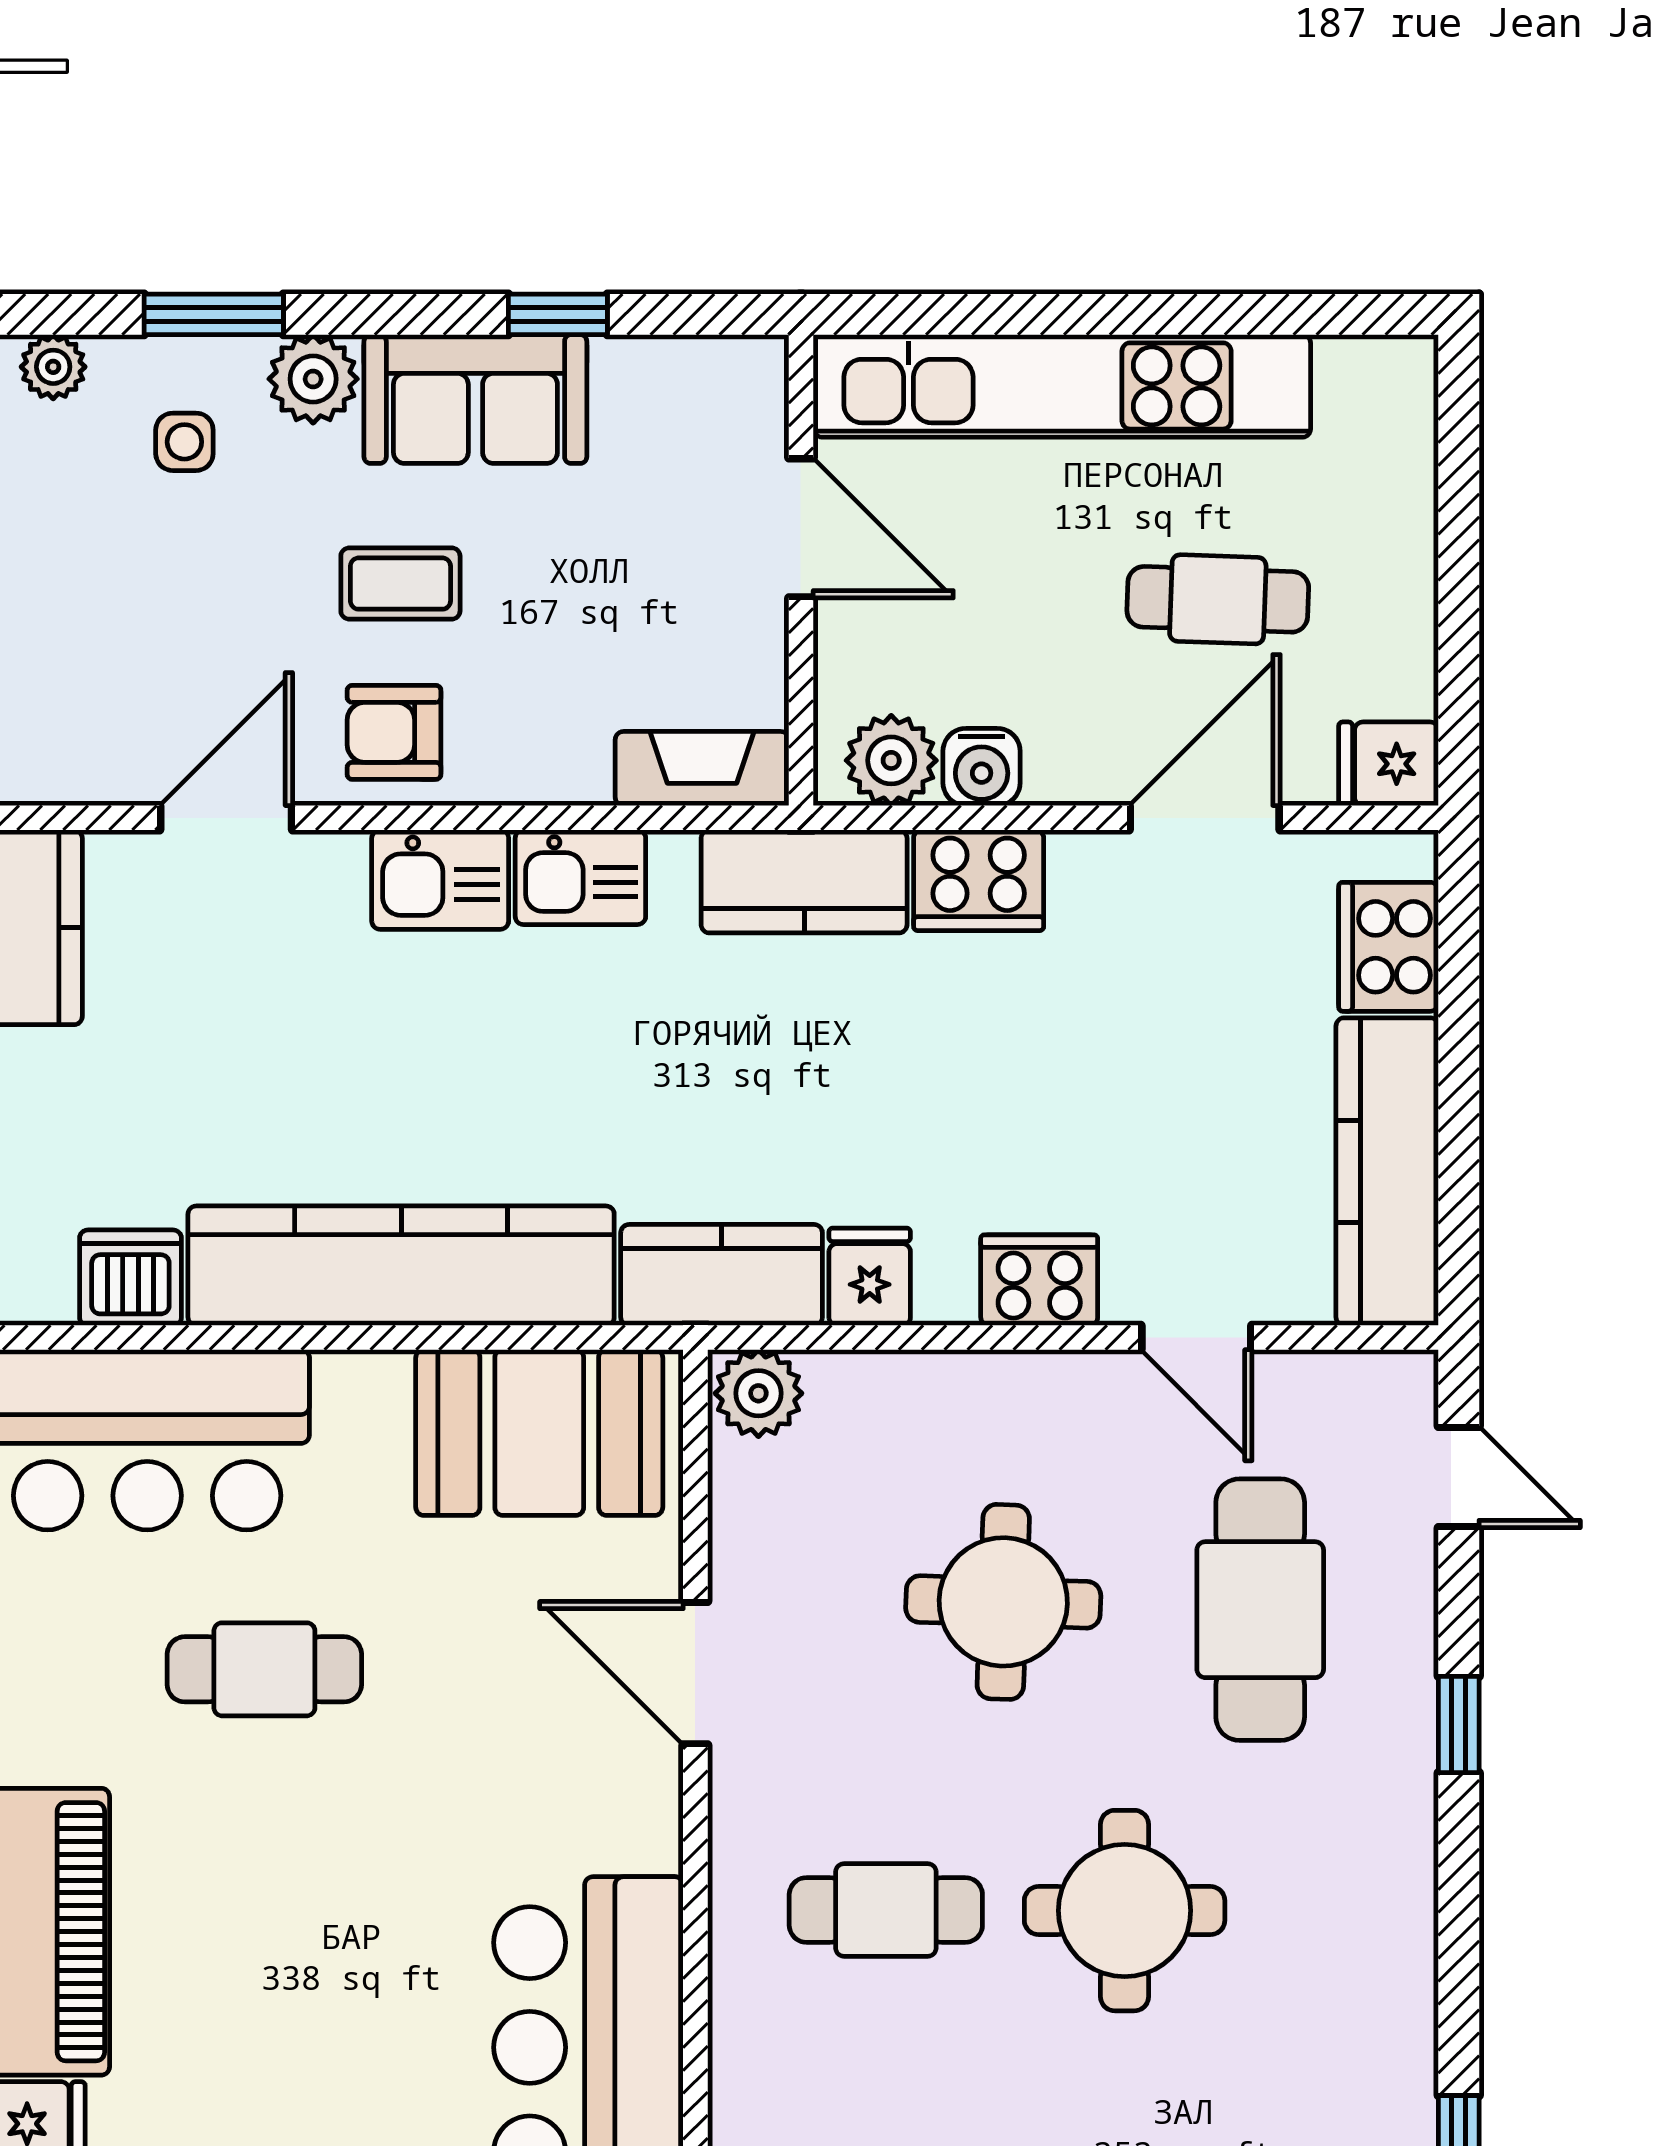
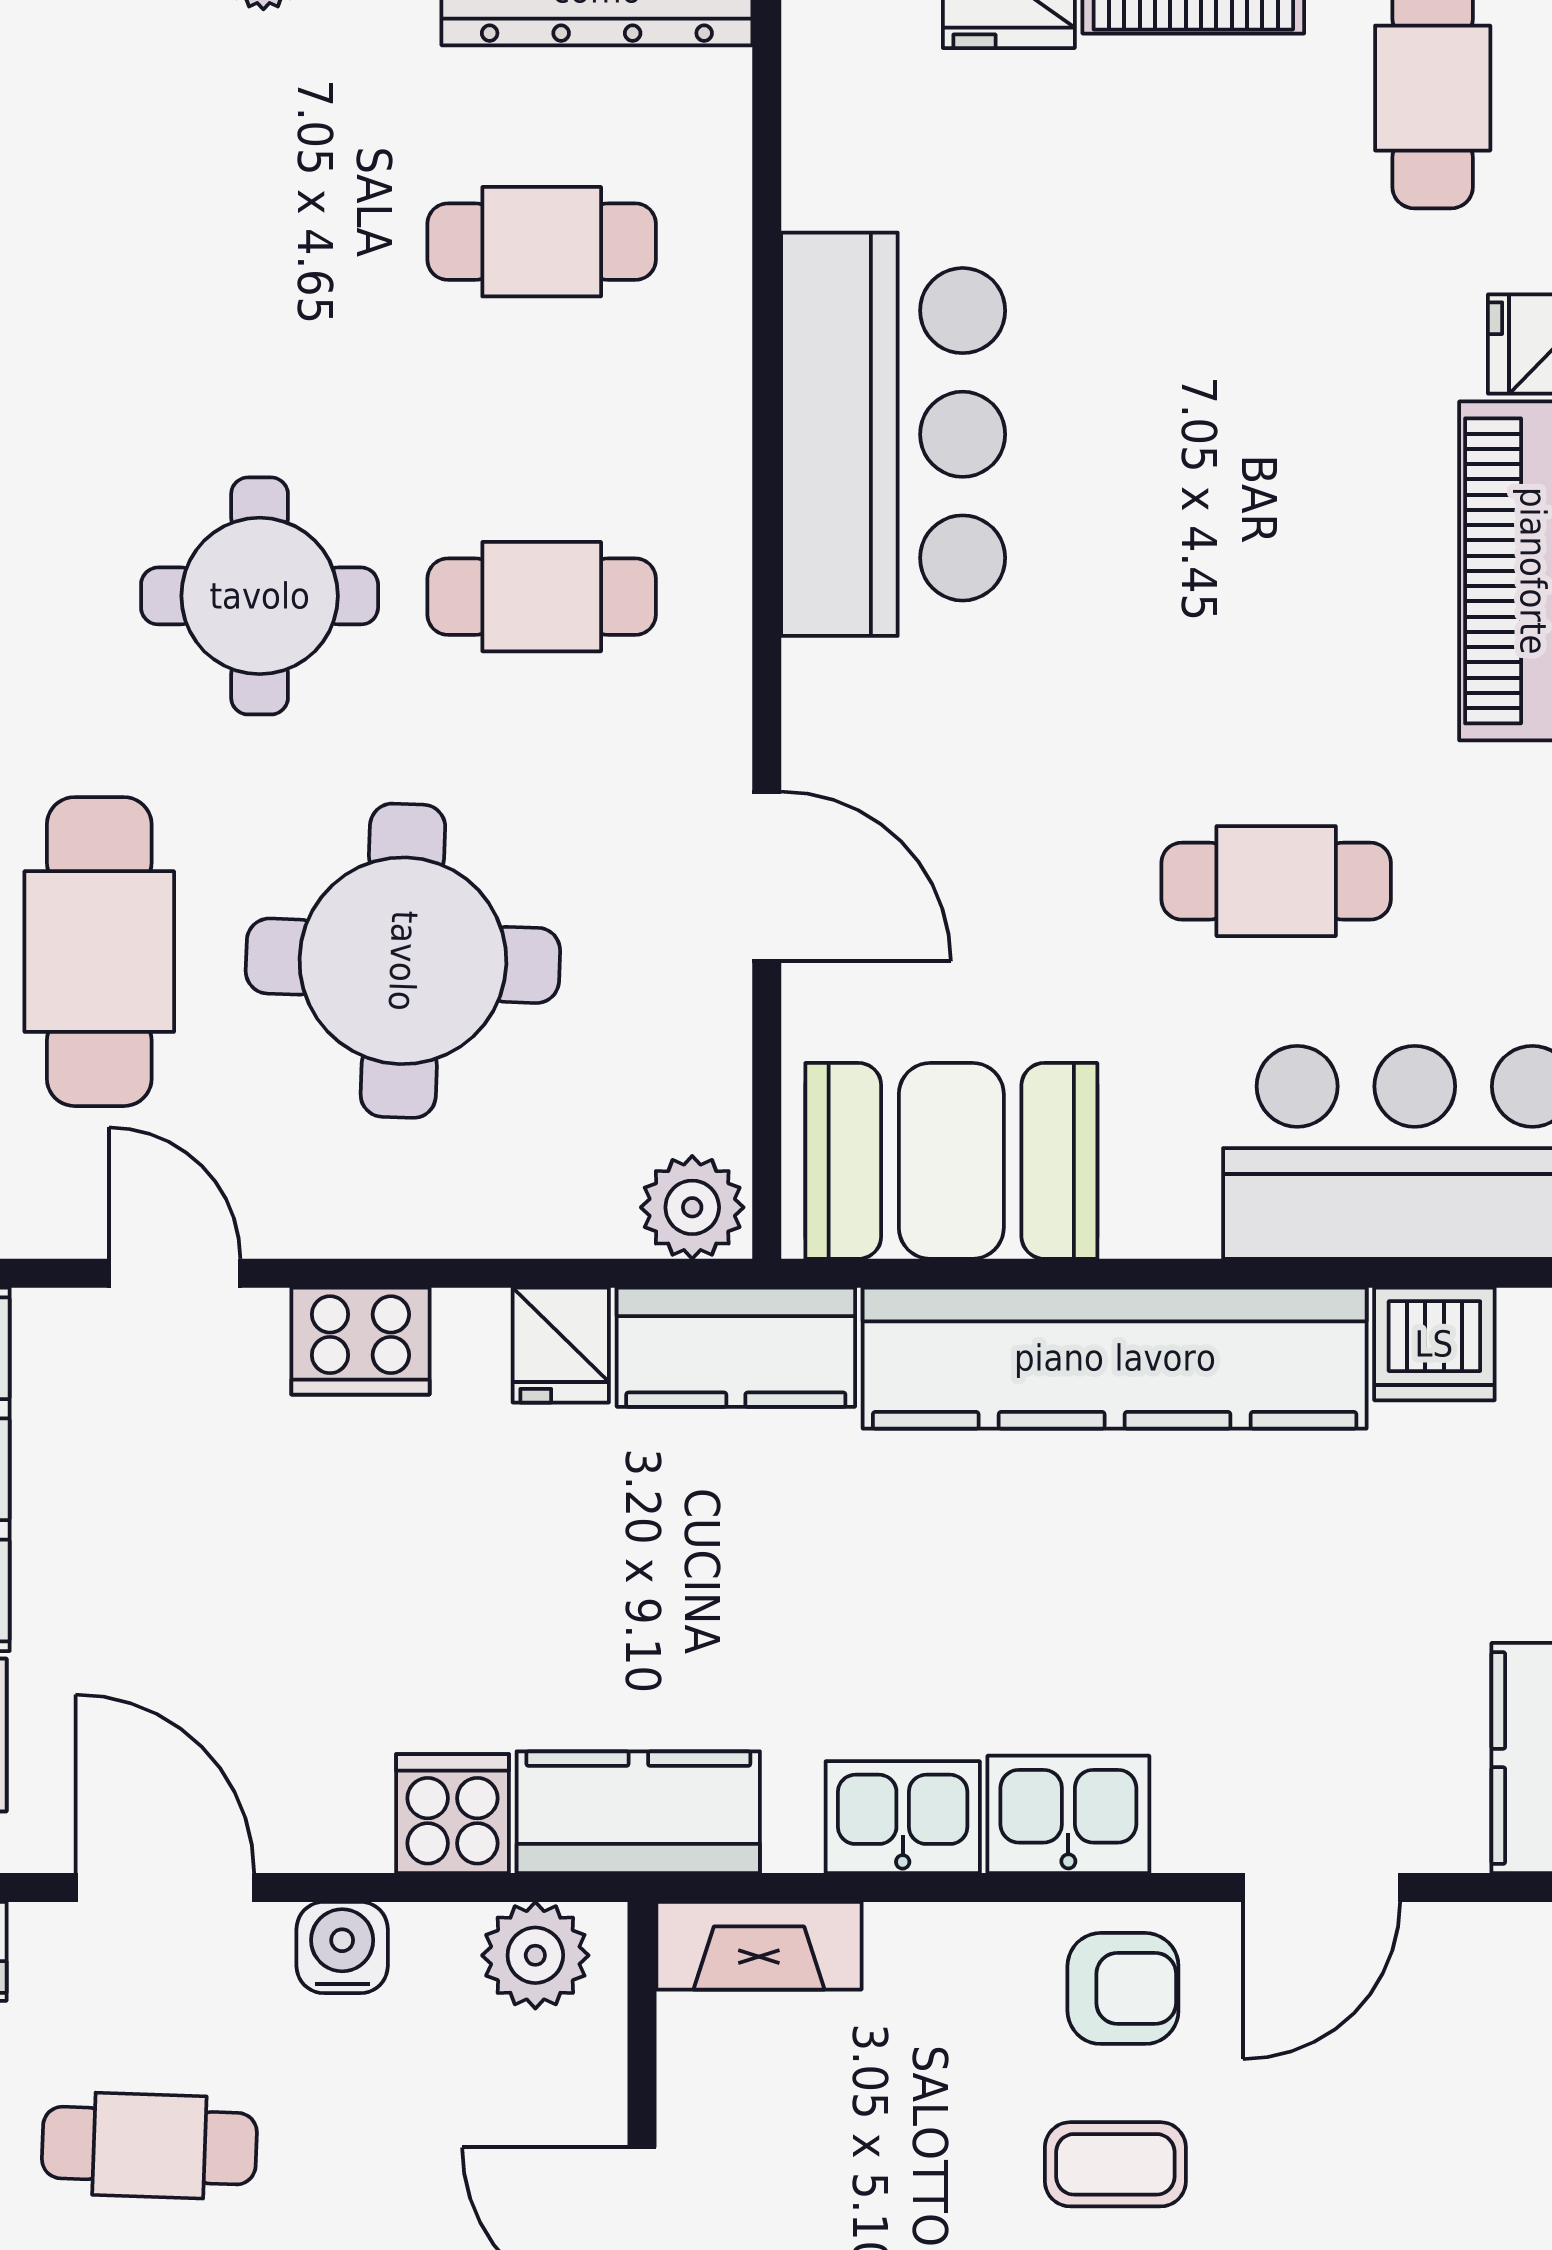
water cooler: (982, 767) -> (342, 1948), moved
door: (1205, 818) -> (165, 1887), swing flipped
cooker: (979, 880) -> (453, 1814), width x0.73
round table: (1003, 1602) -> (403, 961), width x1.36, depth x1.36

